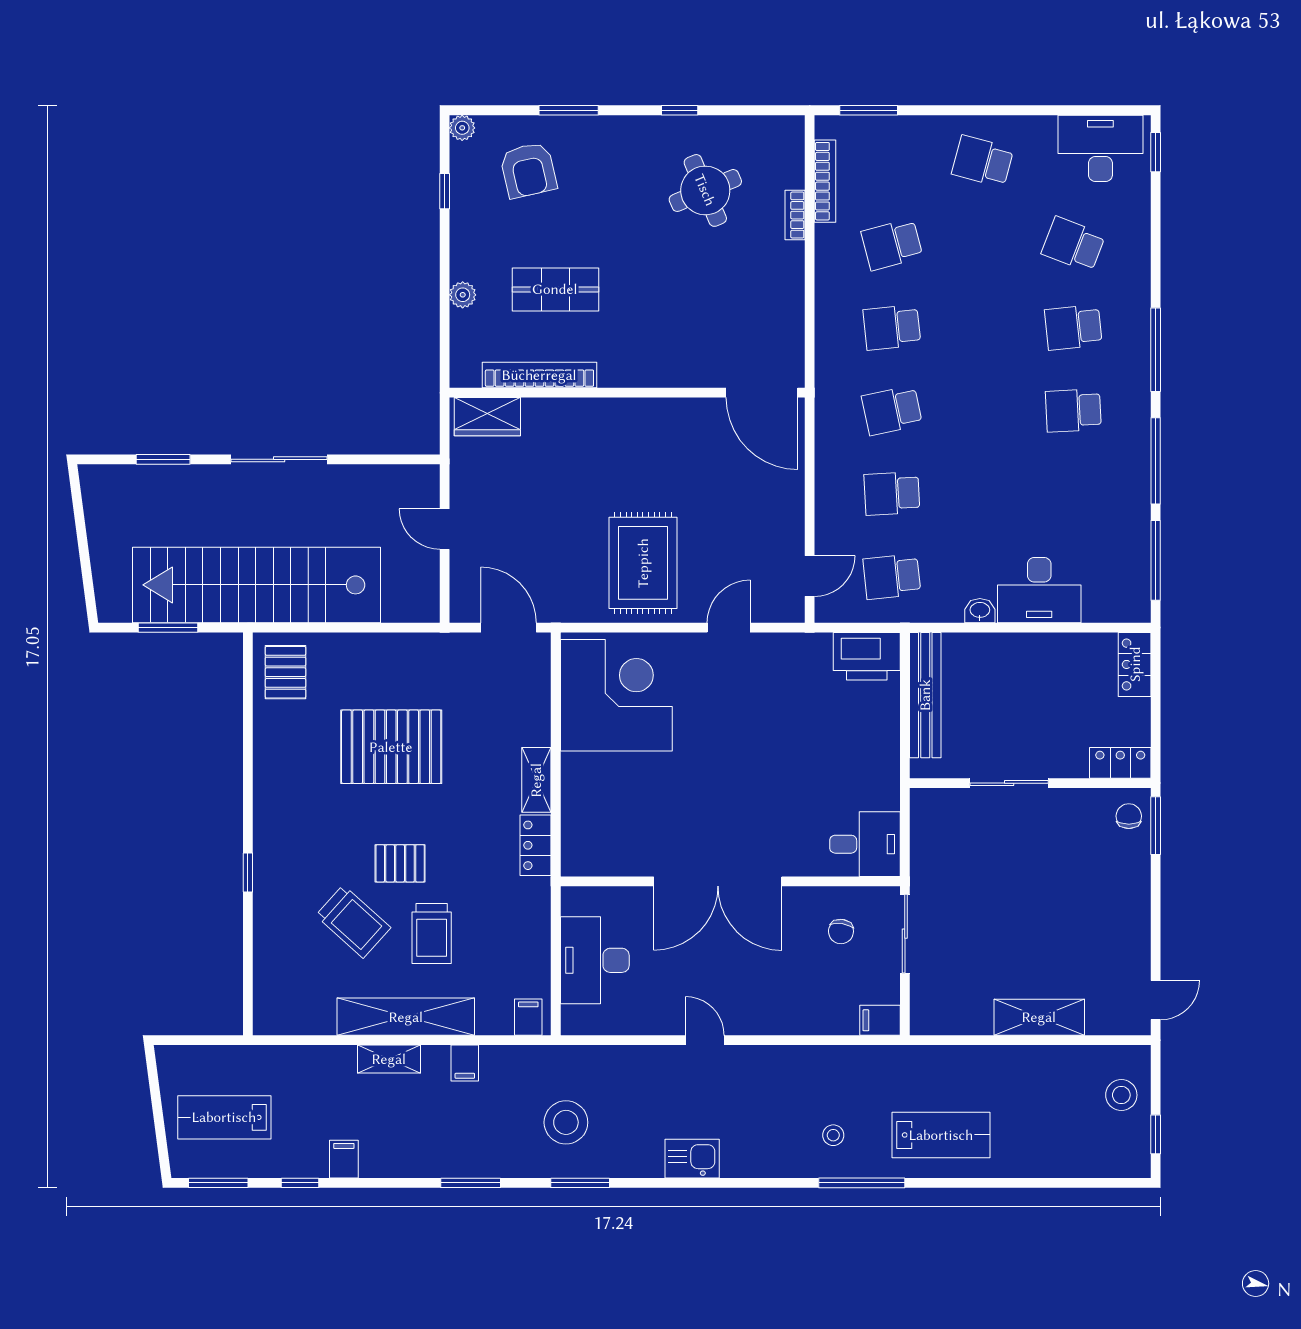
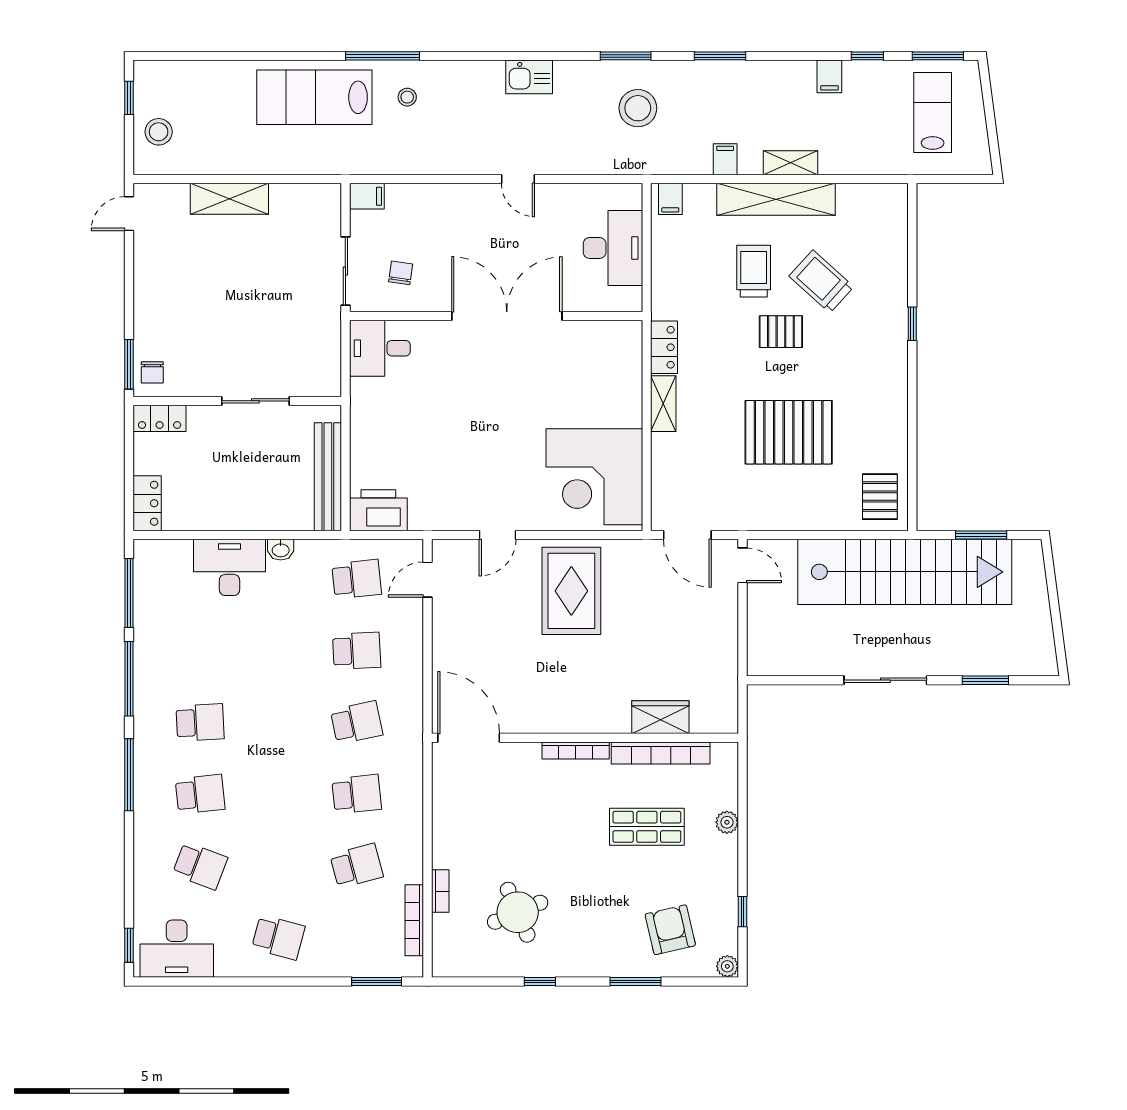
bookcase: (638, 378) -> (576, 750), added
wardrobe: (487, 417) -> (660, 717), moved
door: (445, 529) -> (742, 565), moved
lab bench: (224, 1117) -> (933, 112), turned -90
lab bench: (941, 1135) -> (314, 97), width x1.36, depth x1.39

